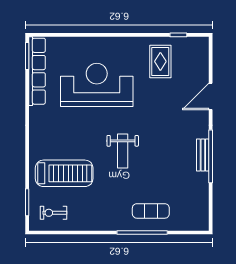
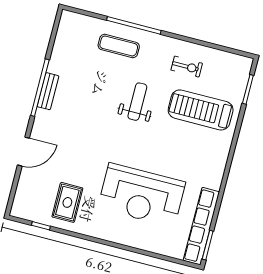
weight bench: (123, 151) -> (137, 102), moved
exercise bike: (54, 213) -> (187, 67), moved

